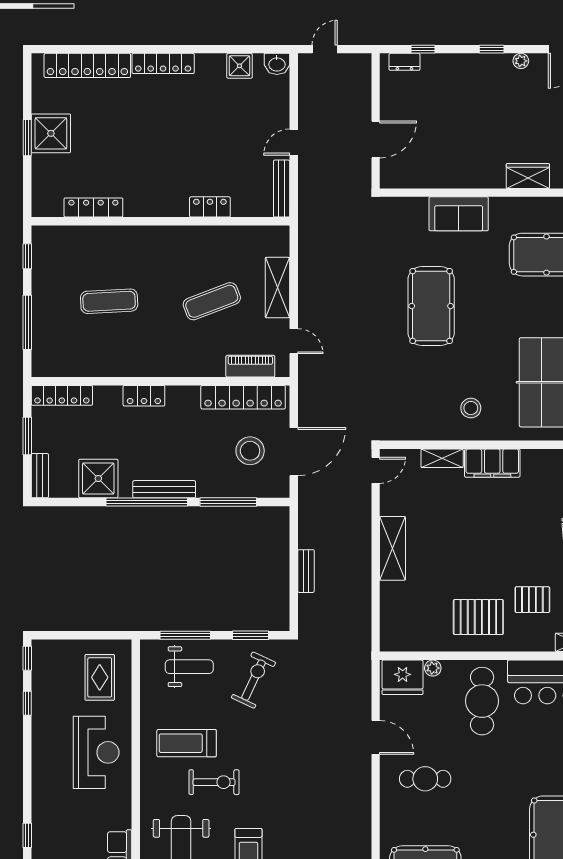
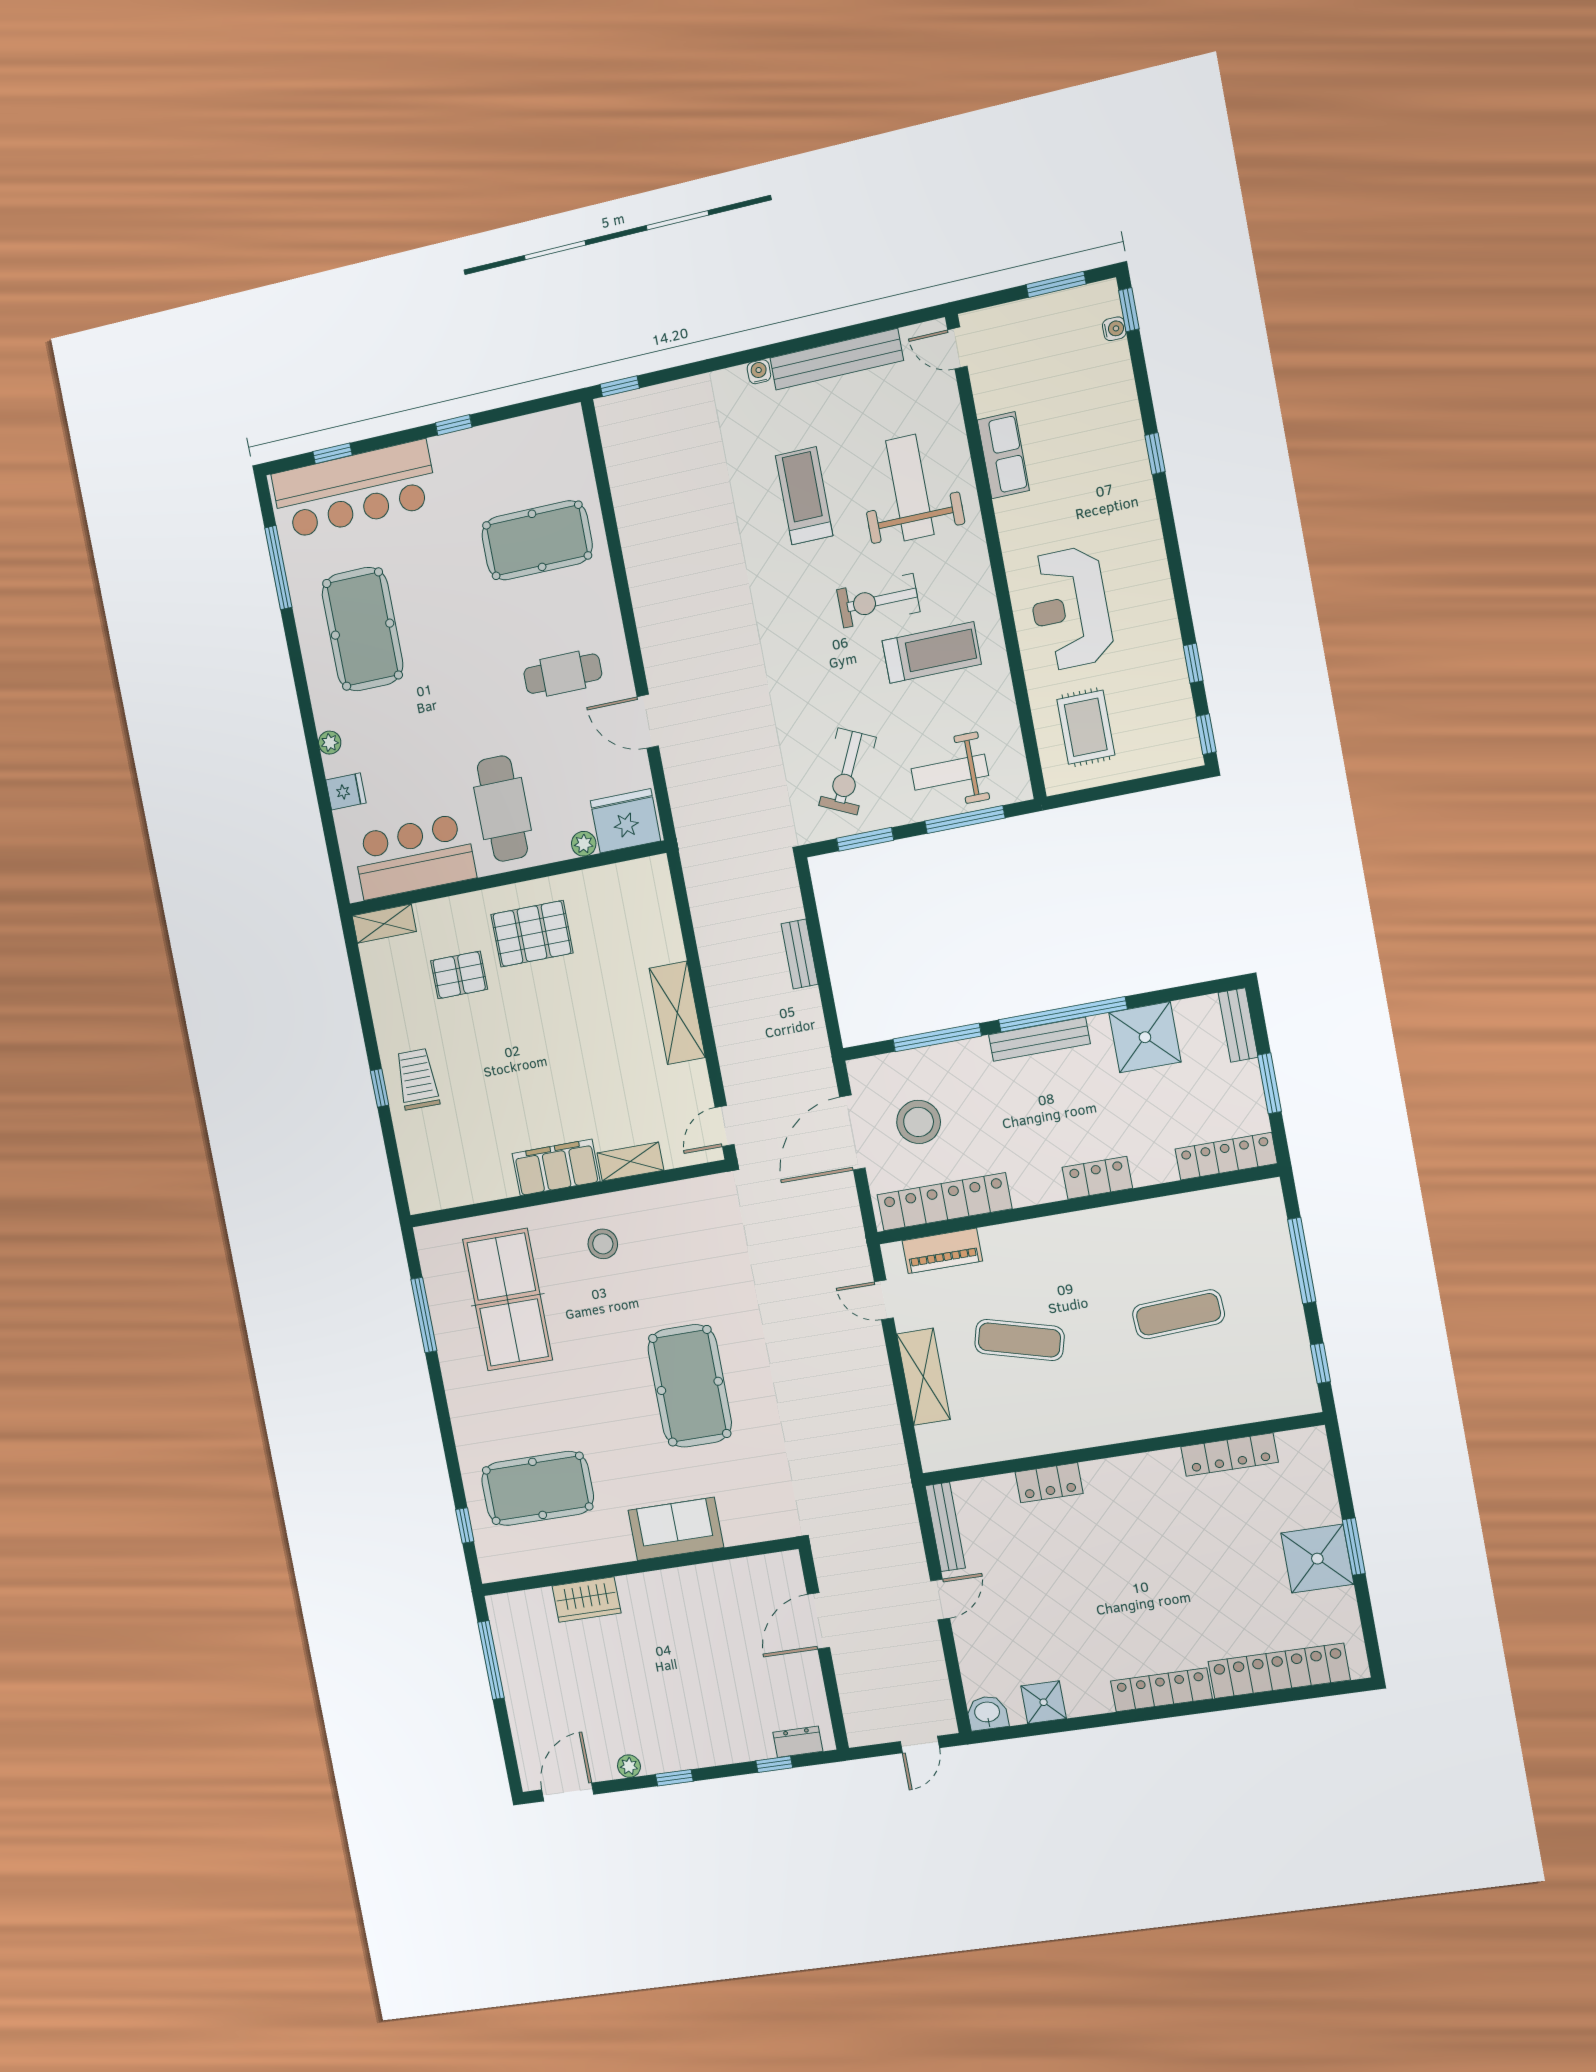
exercise mat: (212, 301) -> (1019, 1340), turned 36

